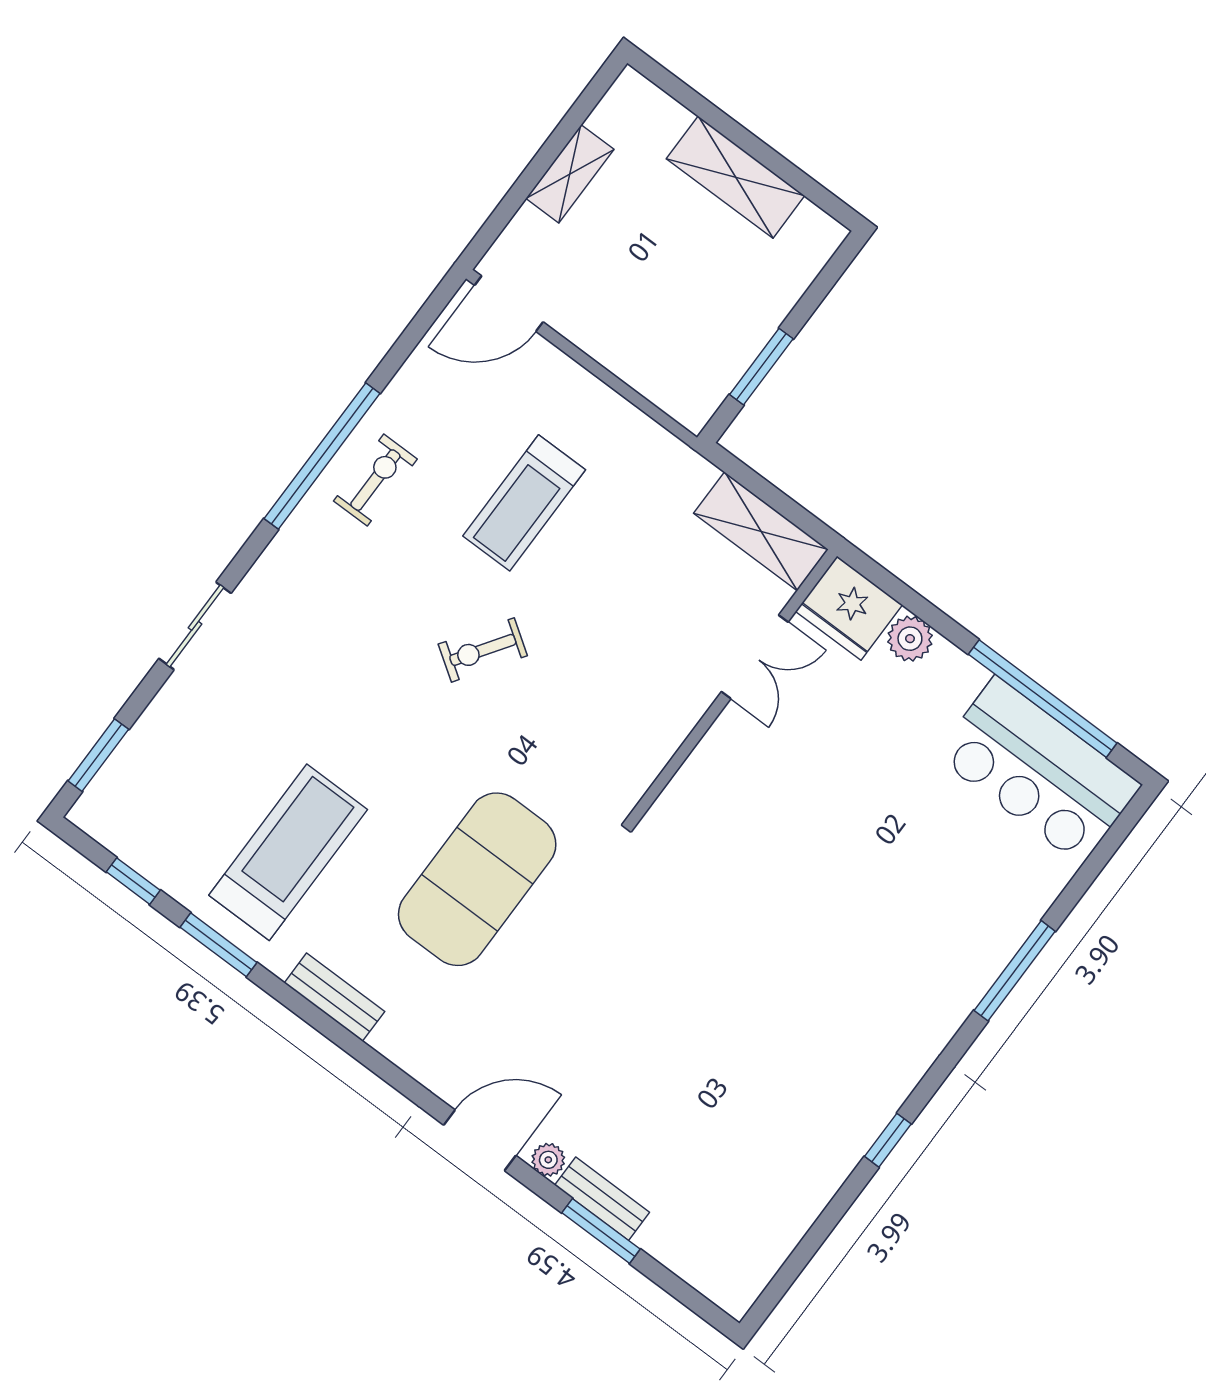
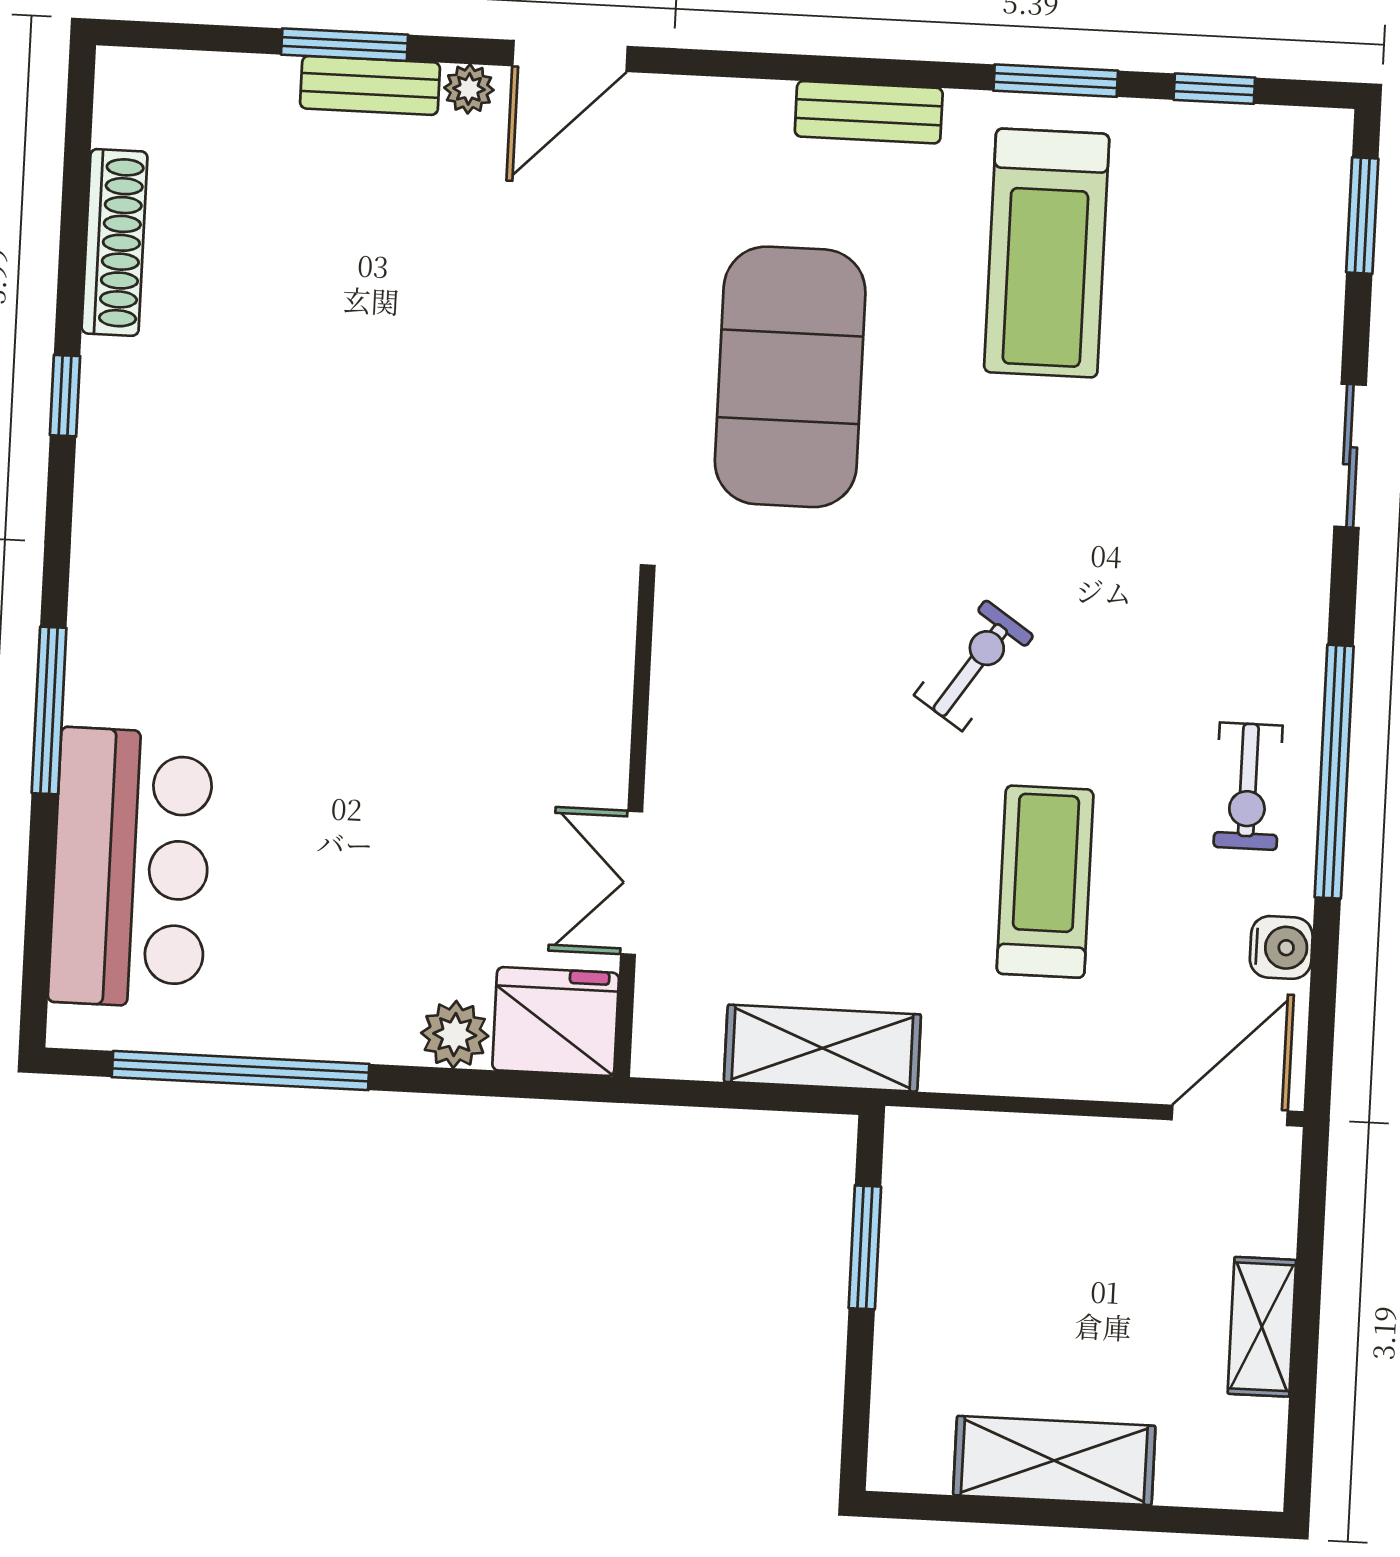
water cooler: (417, 378) -> (1281, 947), added
shelving: (761, 531) -> (822, 1048), moved
bar counter: (1038, 770) -> (131, 868), moved, turned 90
shoe rack: (803, 1207) -> (115, 242), added

